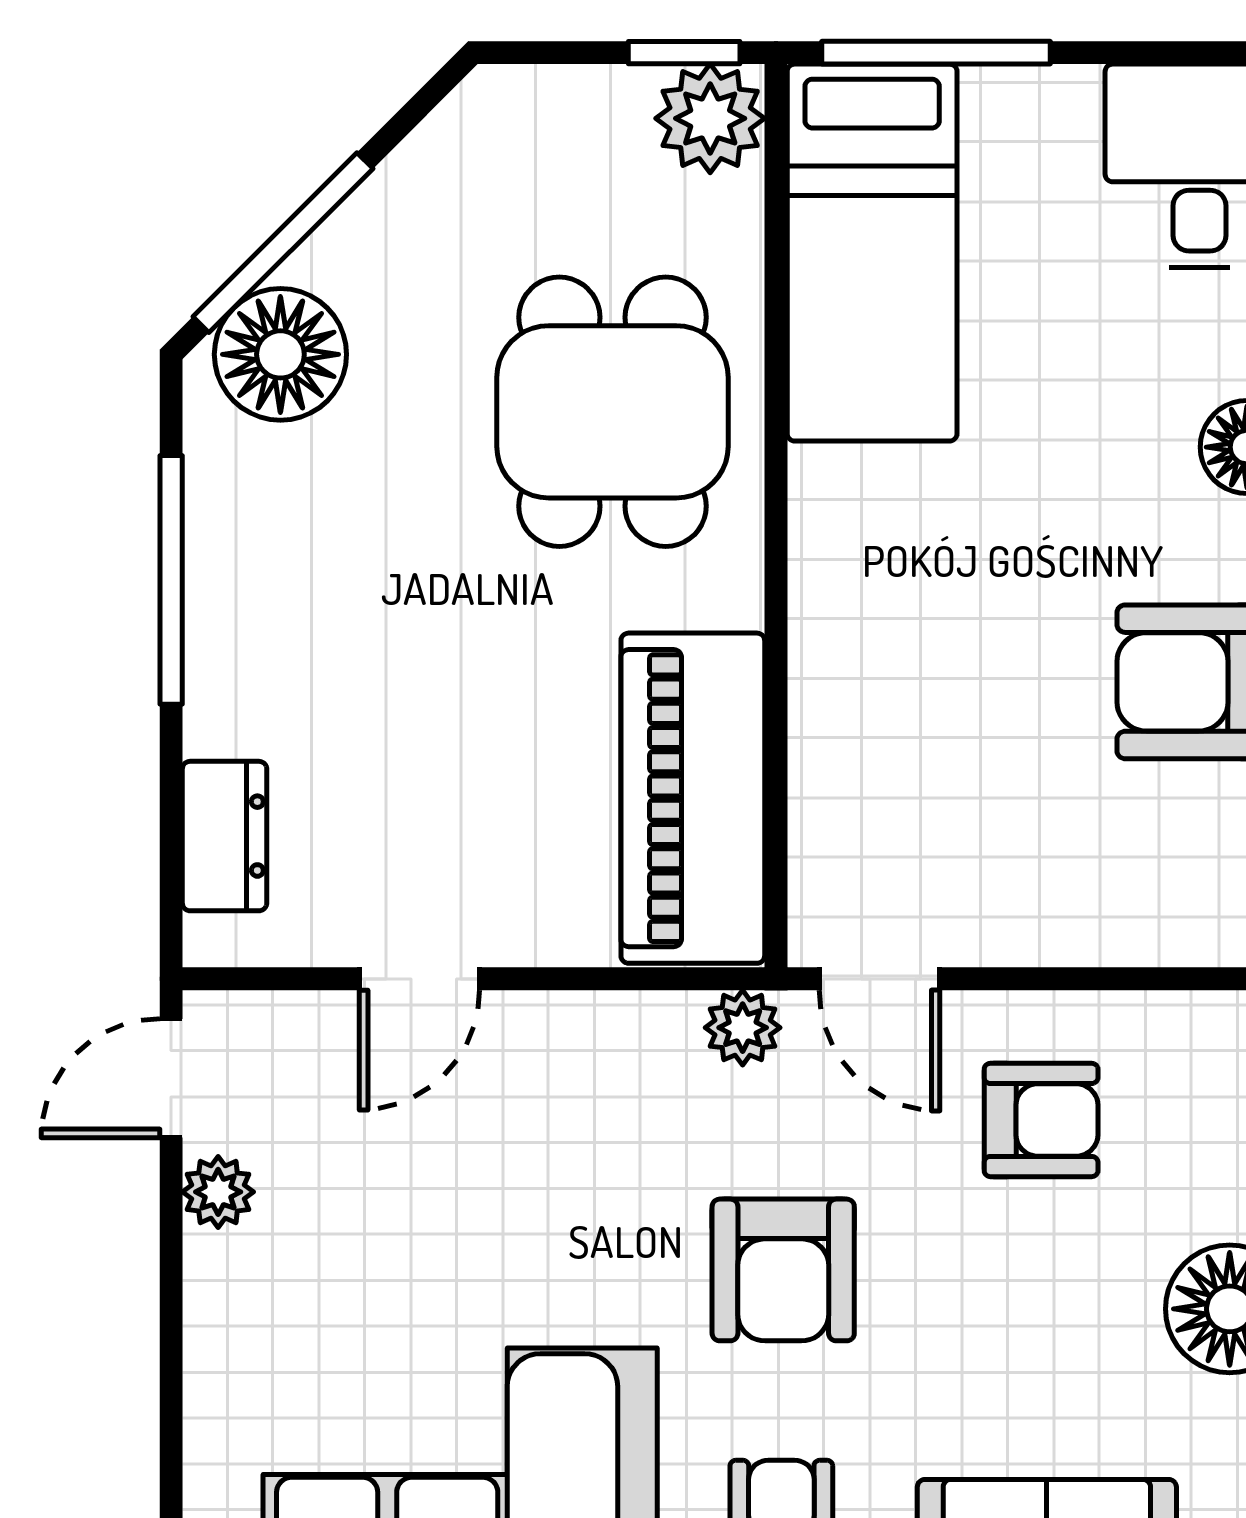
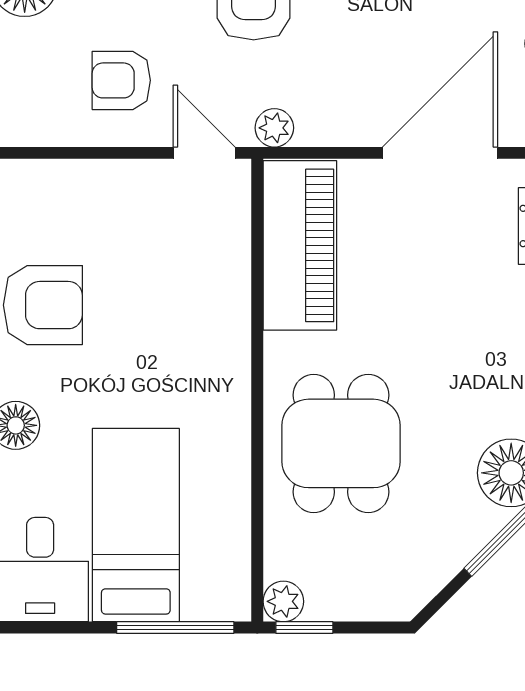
plant: (710, 118) -> (283, 601), width x0.73, depth x0.73
bed: (872, 253) -> (136, 525), moved
door: (419, 979) -> (440, 153), width x1.87

